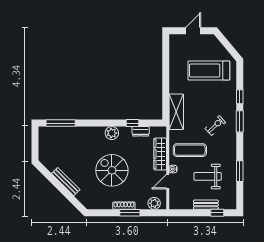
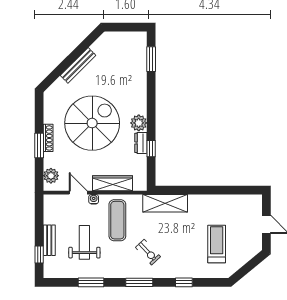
treadmill: (209, 70) -> (217, 244), width x0.73, depth x0.73
window: (240, 121) -> (139, 282), moved
window: (61, 123) -> (151, 59), width x0.69
dresser: (141, 131) -> (141, 143), moved
spiral stairs: (112, 170) -> (92, 123), width x1.37, depth x1.37

